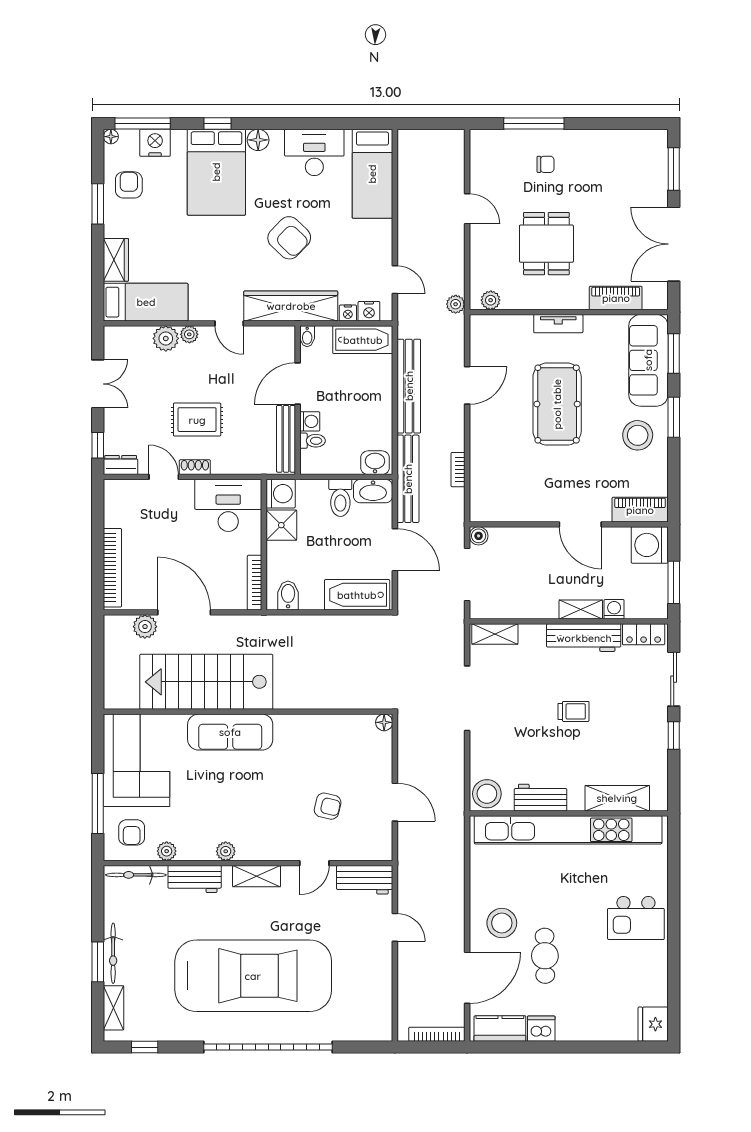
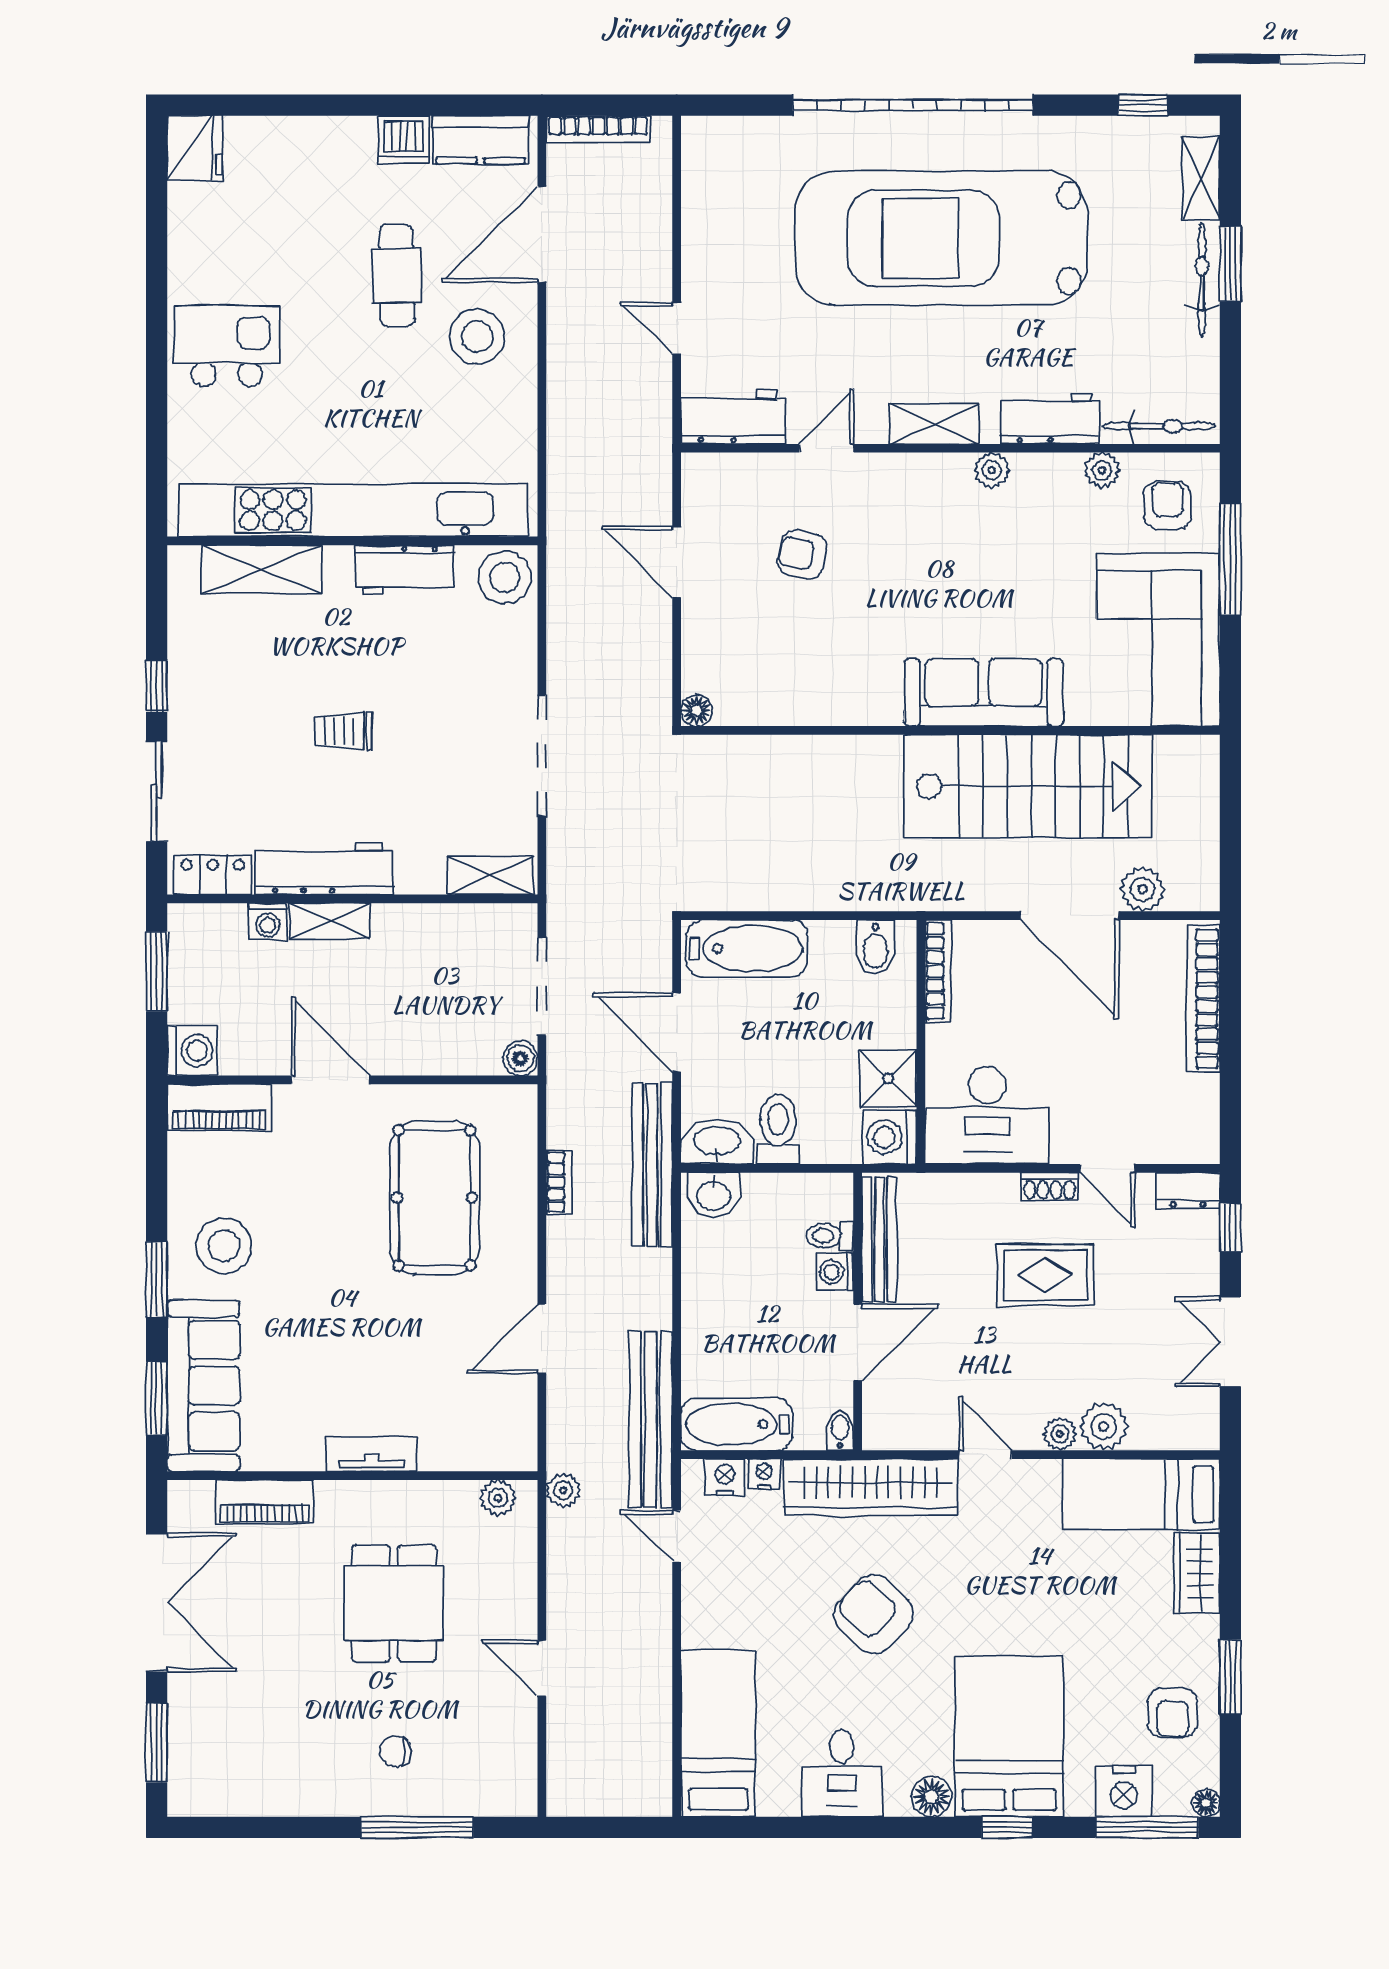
desk: (314, 152) -> (842, 1773), width x0.73
bench: (409, 386) -> (651, 1420), moved
pool table: (557, 404) -> (434, 1198), moved
washing machine: (650, 545) -> (192, 1051), width x0.73, depth x0.73

